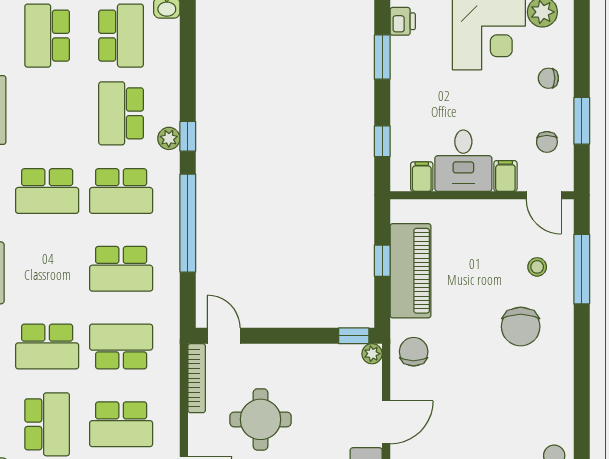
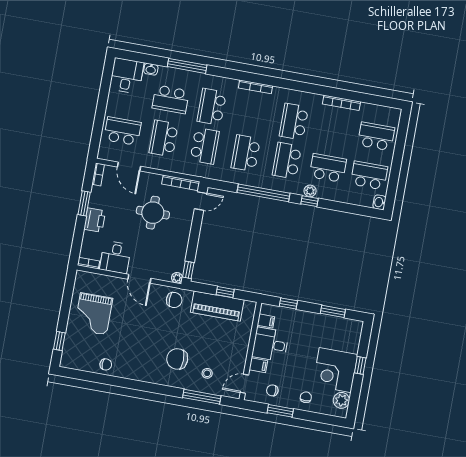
printer: (403, 21) -> (350, 326), removed
school desk: (121, 36) -> (369, 175), turned 180

